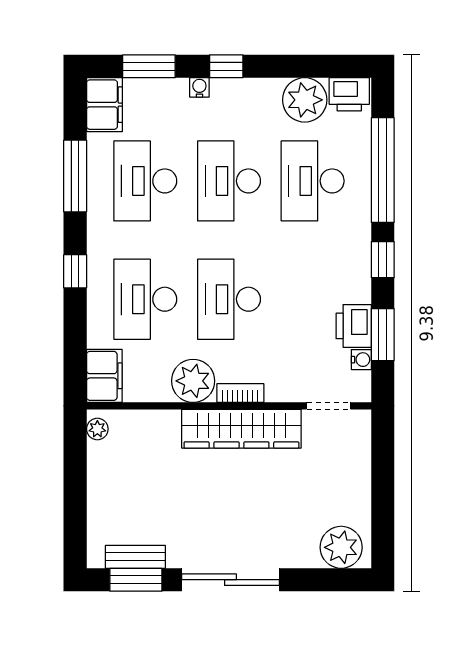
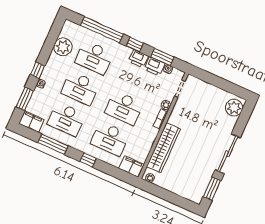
printer: (349, 94) -> (139, 59), moved, turned 90
plant: (193, 381) -> (166, 105), moved, width x0.53, depth x0.53
wardrobe: (241, 429) -> (163, 148), moved
bench: (135, 557) -> (203, 185), removed

